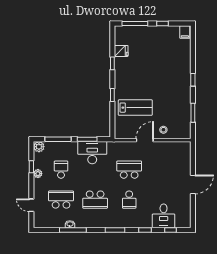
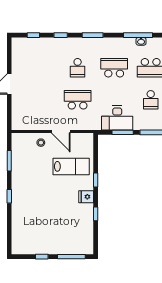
filing cabinet: (185, 32) -> (18, 247), removed
fridge: (121, 51) -> (86, 197), moved
lab bench: (135, 108) -> (71, 166), turned 180
door: (145, 140) -> (61, 132), hinge flipped
school desk: (129, 170) -> (78, 100), turned 180
school desk: (129, 200) -> (78, 68), turned 180
desk: (164, 216) -> (41, 50), removed

